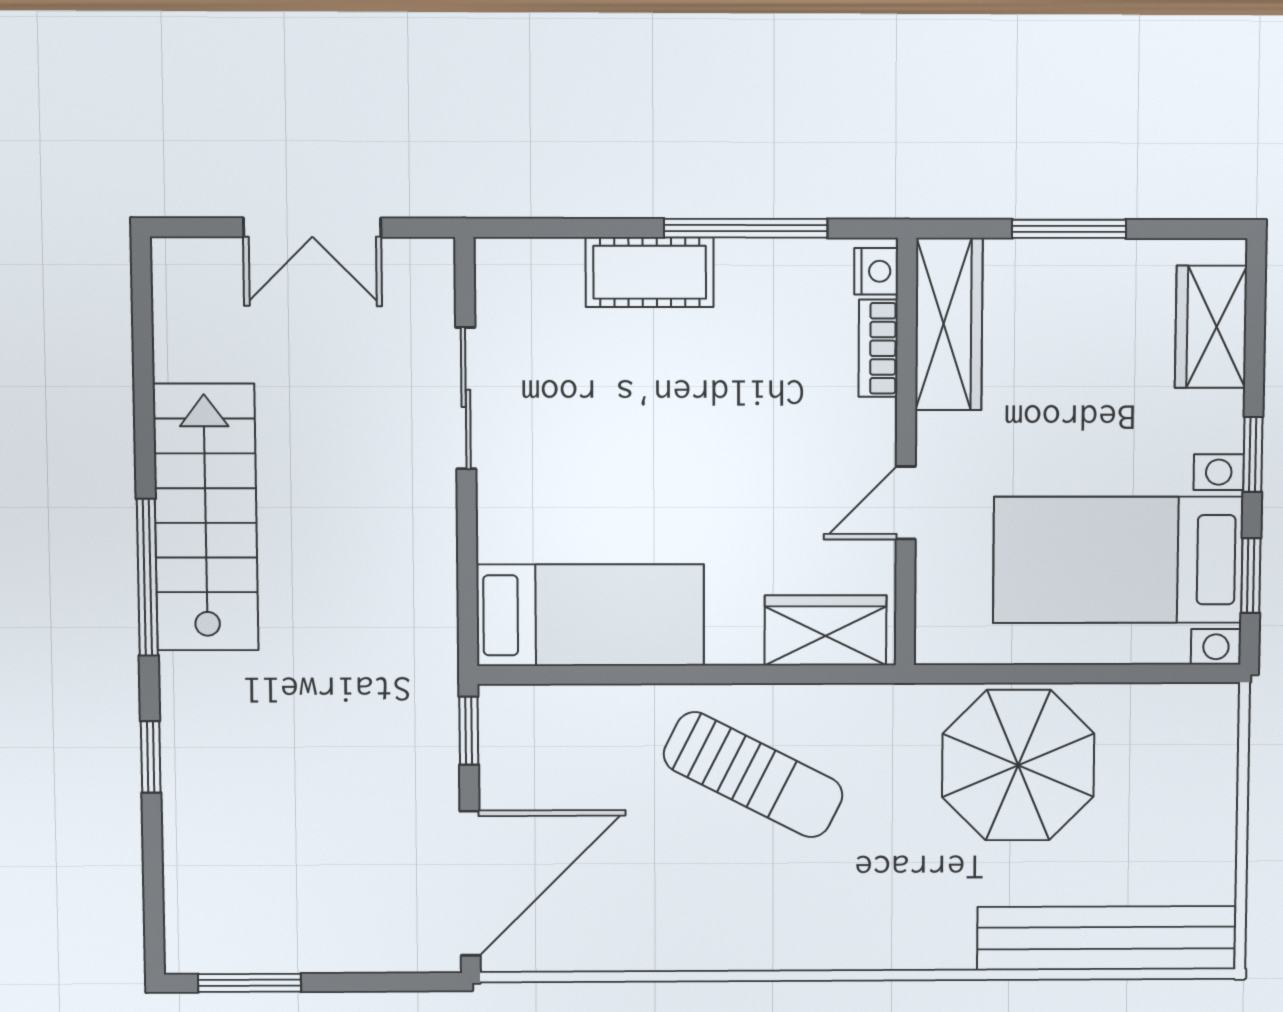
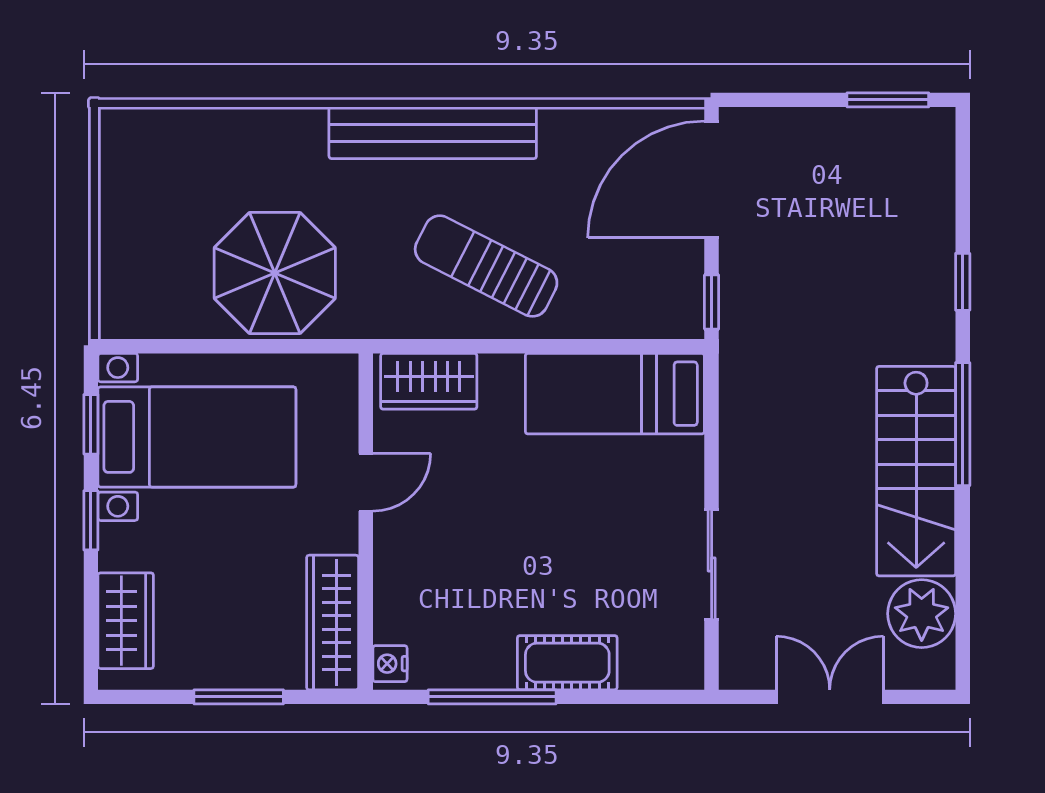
plant: (195, 335) -> (922, 614), added
bookcase: (878, 348) -> (388, 604), removed
bench: (1106, 938) -> (433, 133), moved

